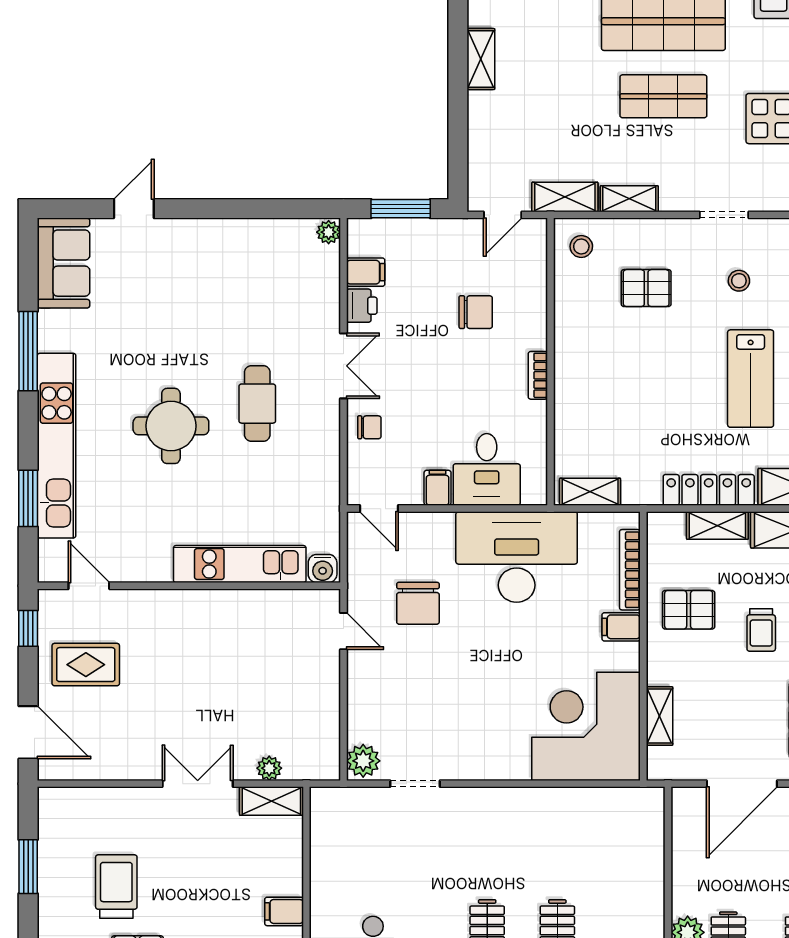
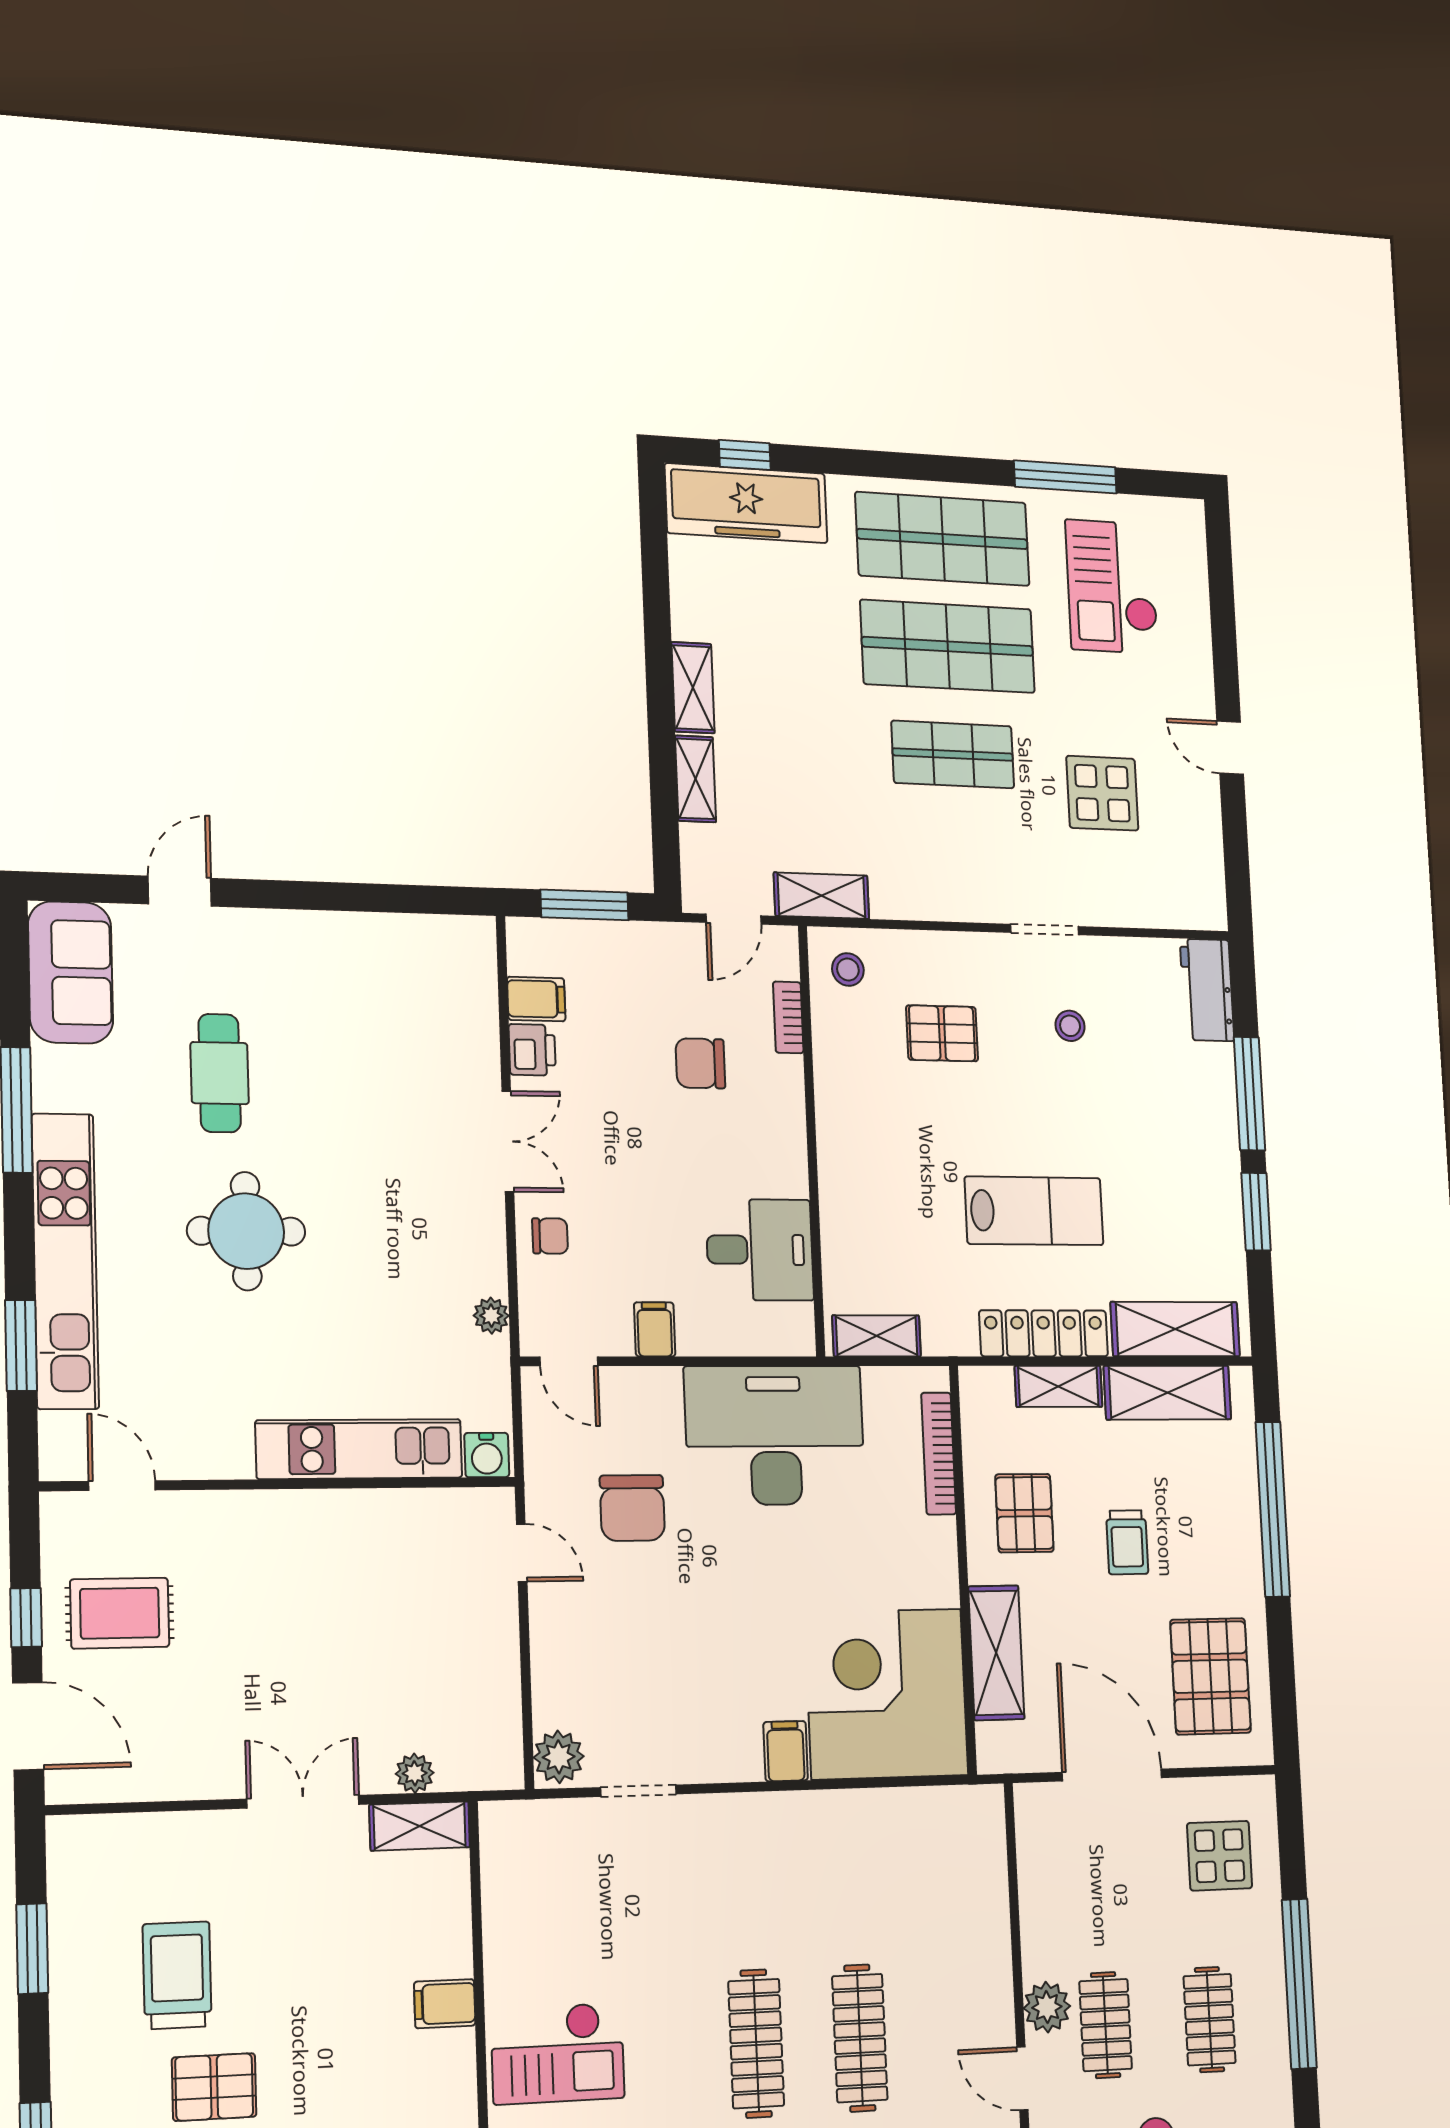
shelving: (629, 199) -> (696, 779), moved, turned 90
plant: (329, 232) -> (491, 1316), moved
chair: (476, 312) -> (700, 1063), turned 180
bookcase: (538, 375) -> (788, 1017), moved
lab bench: (751, 379) -> (1034, 1211), moved, turned -90
cafe table: (257, 404) -> (220, 1073), moved
desk: (487, 469) -> (760, 1250), moved, turned -90
pallet: (689, 610) -> (1024, 1513), turned 90
filing cabinet: (621, 627) -> (786, 1751), moved, turned 90
window: (28, 628) -> (26, 1618), moved
shelving: (660, 716) -> (996, 1653), width x1.50, depth x1.33
door: (742, 784) -> (1112, 1775), swing flipped

